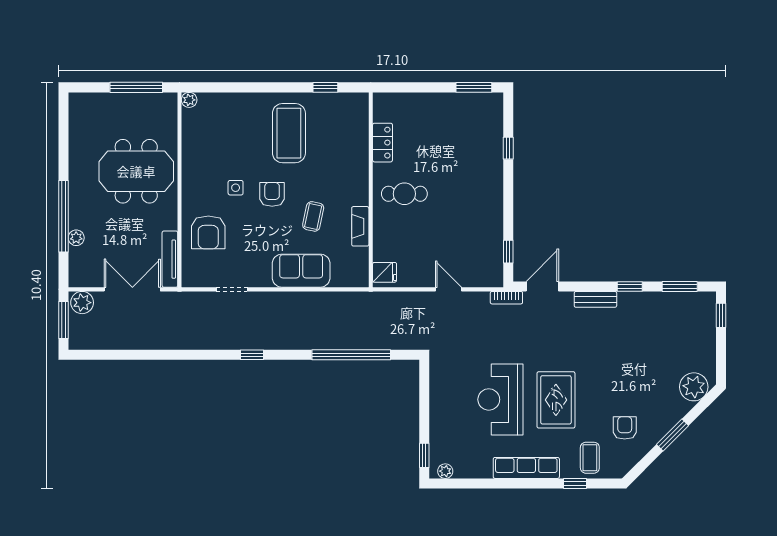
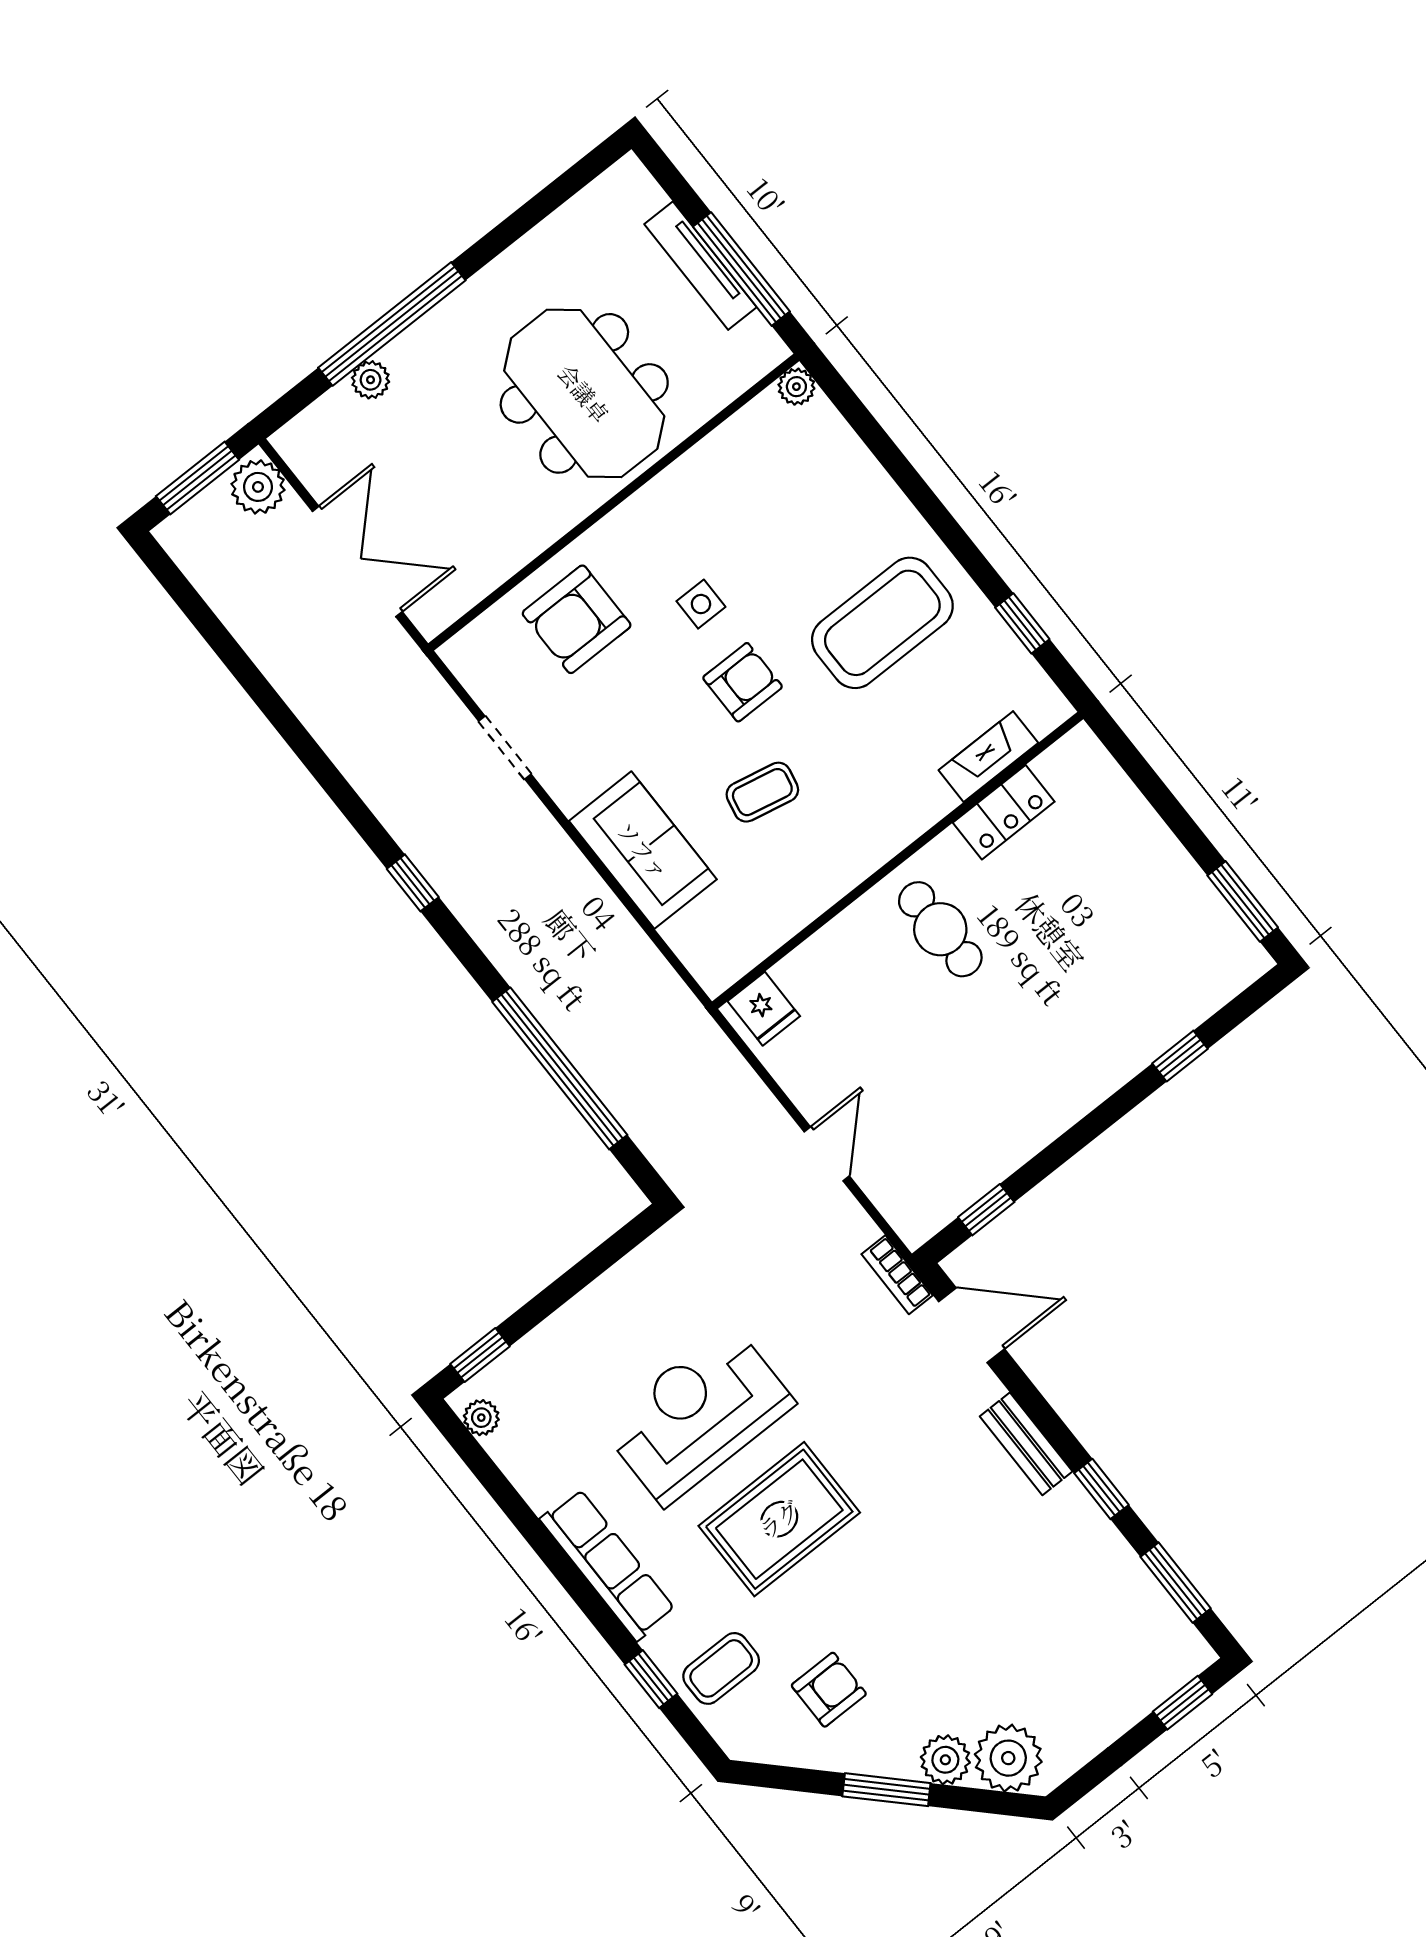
fireplace: (360, 226) -> (988, 757), moved
tv unit: (170, 259) -> (701, 266), moved, turned -90
plant: (678, 408) -> (945, 1760), added

